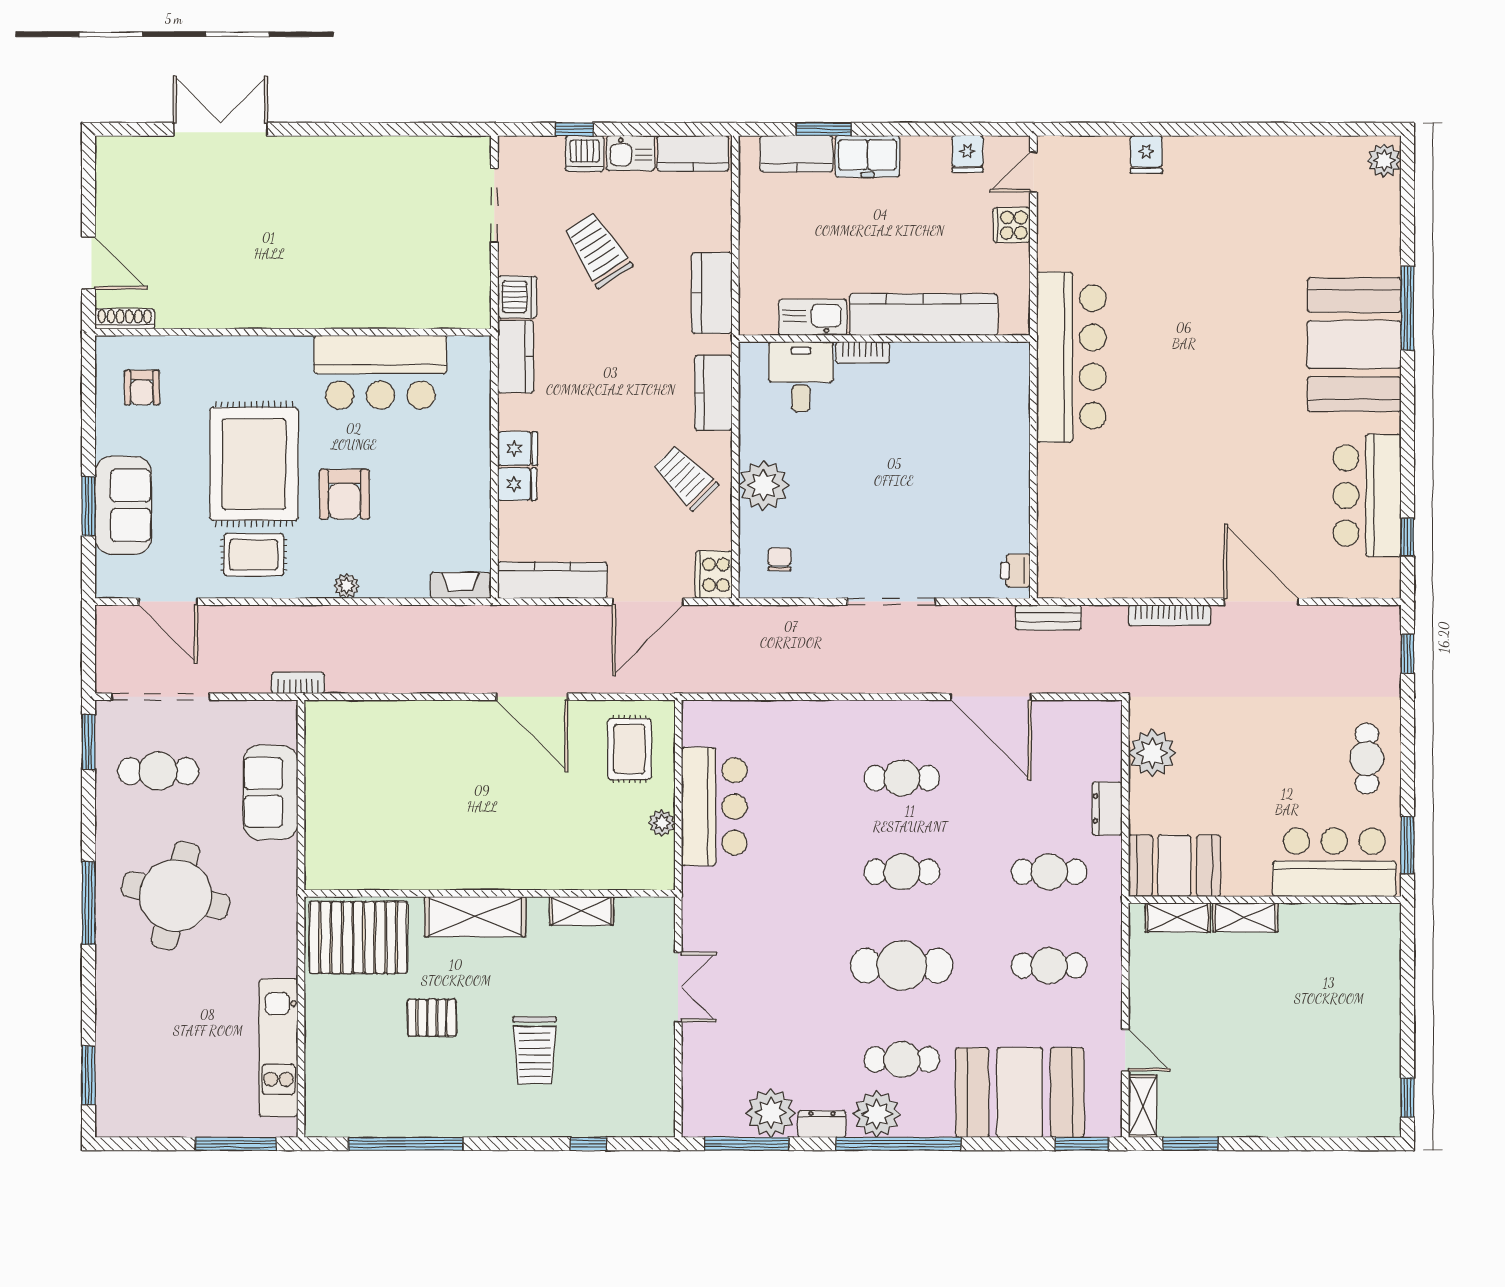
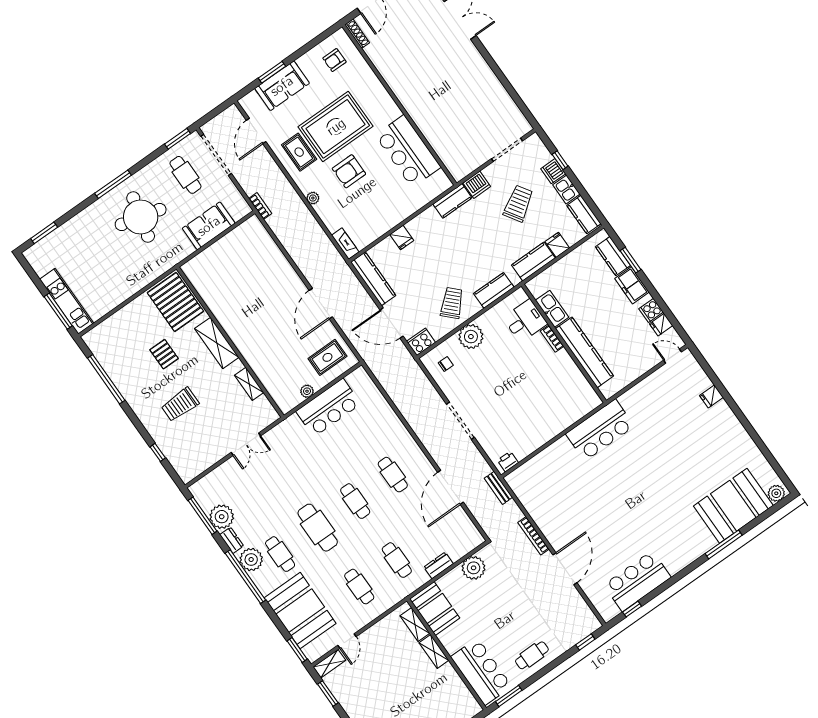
cooker: (1012, 225) -> (651, 310), moved, turned -90
booth: (1354, 345) -> (733, 506), moved
bar counter: (1071, 357) -> (600, 430), width x0.73
fridge: (518, 448) -> (557, 245), moved, turned 180
kitchen unit: (278, 1048) -> (67, 301), moved, turned 90

